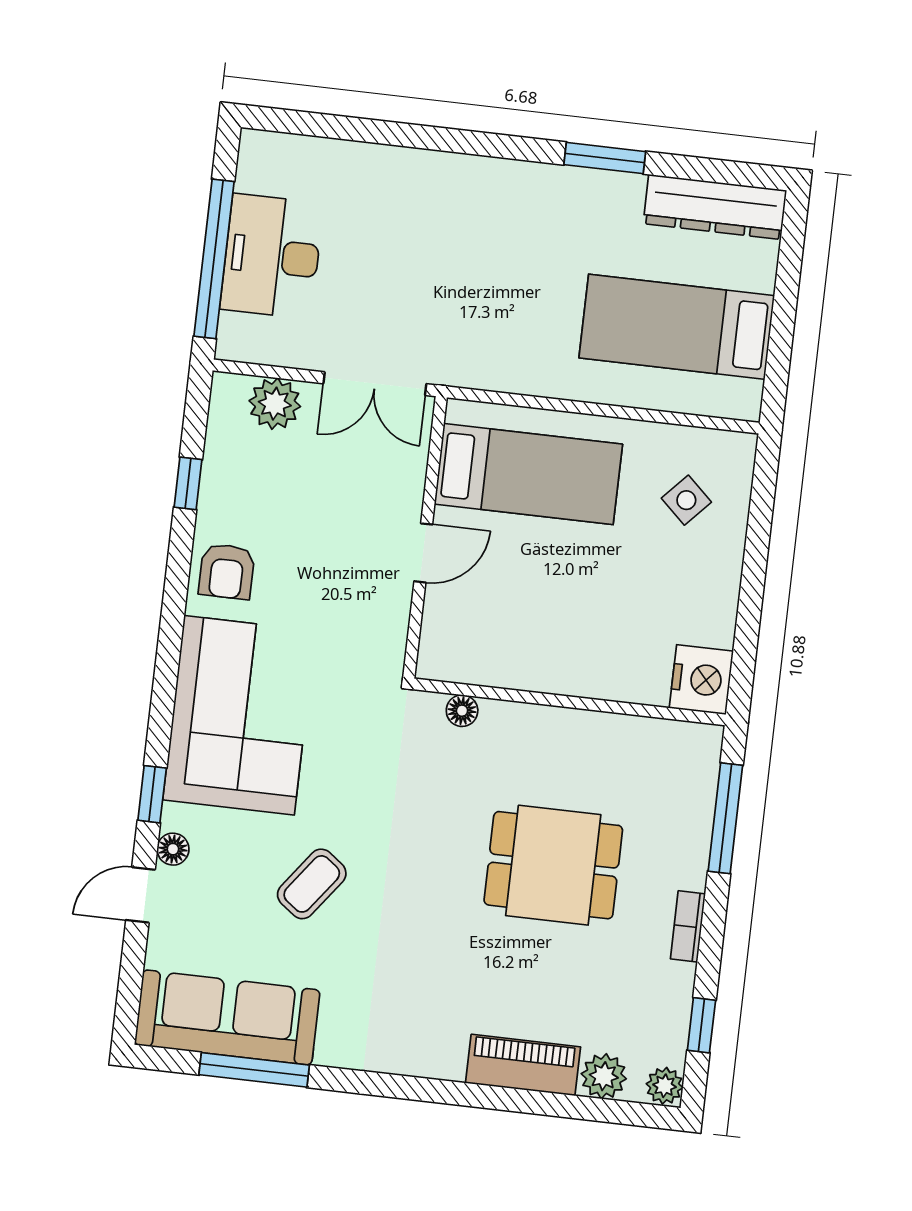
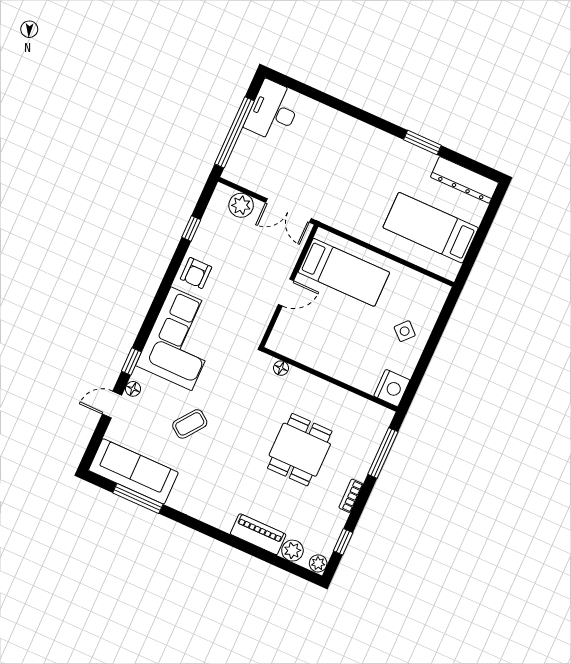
desk: (272, 256) -> (273, 111), moved
side table: (686, 500) -> (405, 331), moved
dining table: (553, 865) -> (300, 450), turned 90

